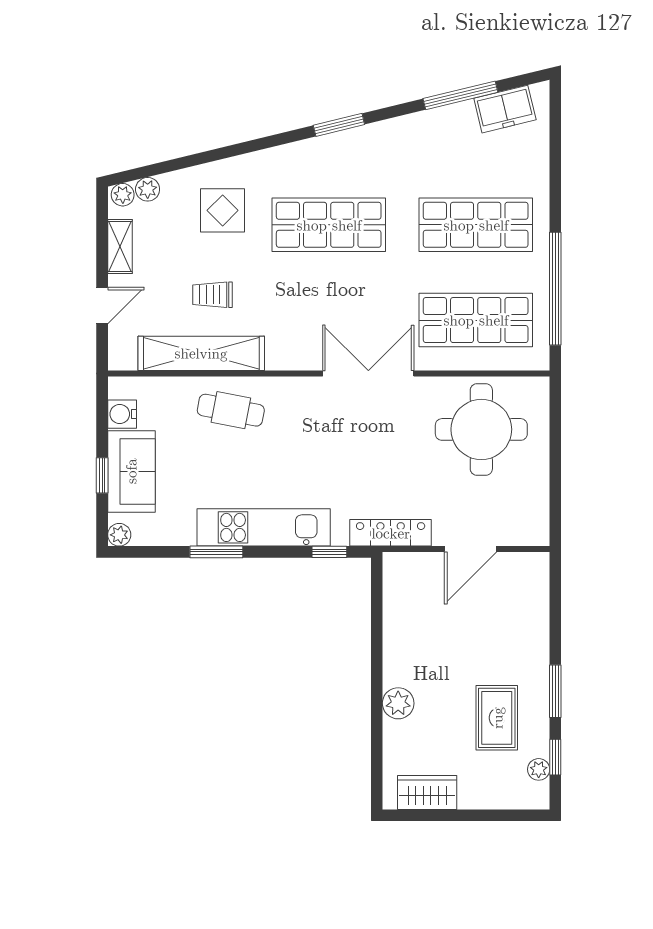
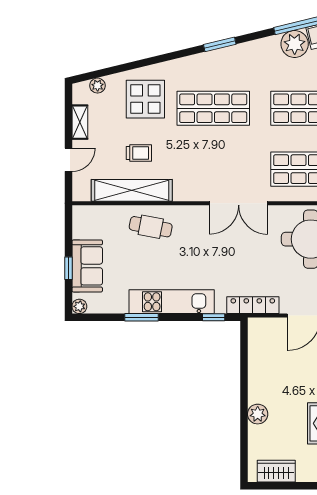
plant: (123, 195) -> (295, 44), moved, width x1.87, depth x1.87
display table: (223, 210) -> (145, 99), width x1.36, depth x1.36
trolley: (212, 295) -> (139, 153), turned 180
double door: (368, 373) -> (239, 203), swing flipped
water cooler: (122, 414) -> (81, 229), removed

